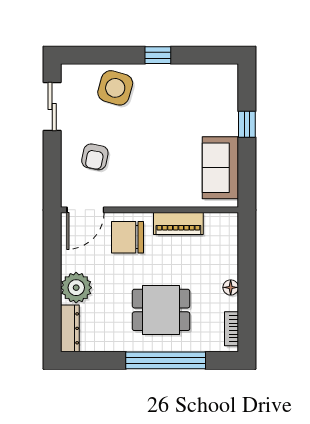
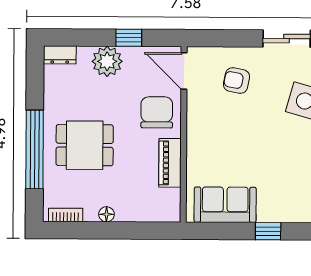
window: (52, 266) -> (129, 38), added
dining table: (161, 310) -> (85, 145), turned 90
dresser: (70, 328) -> (60, 55), width x0.70

